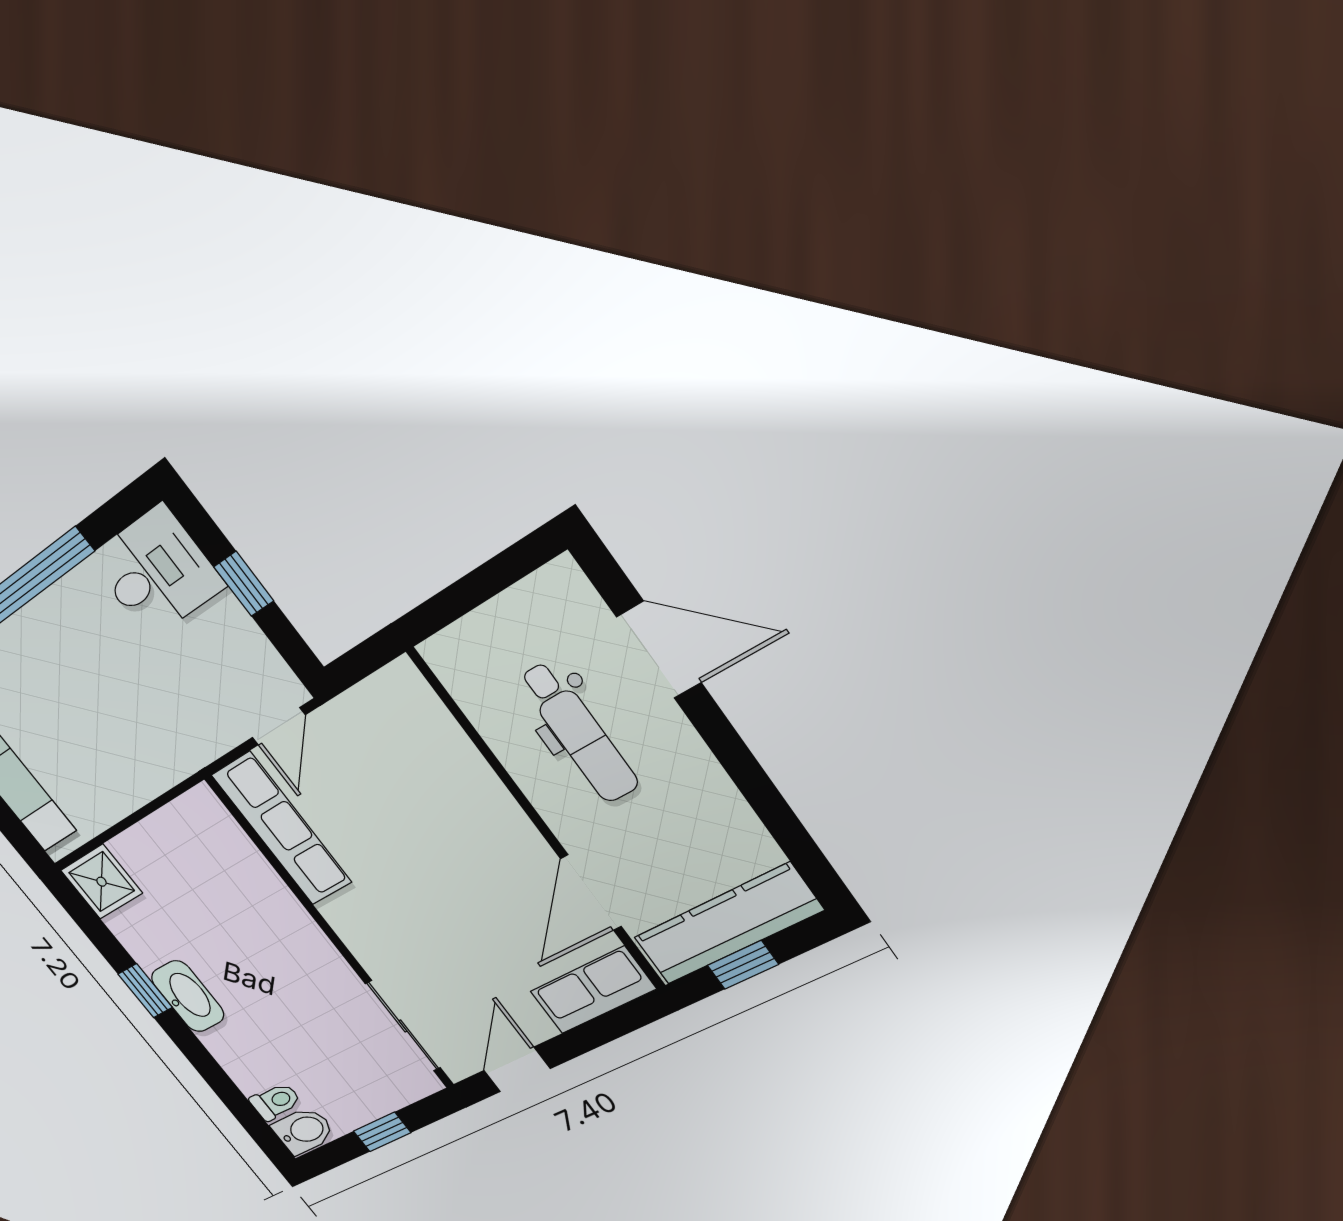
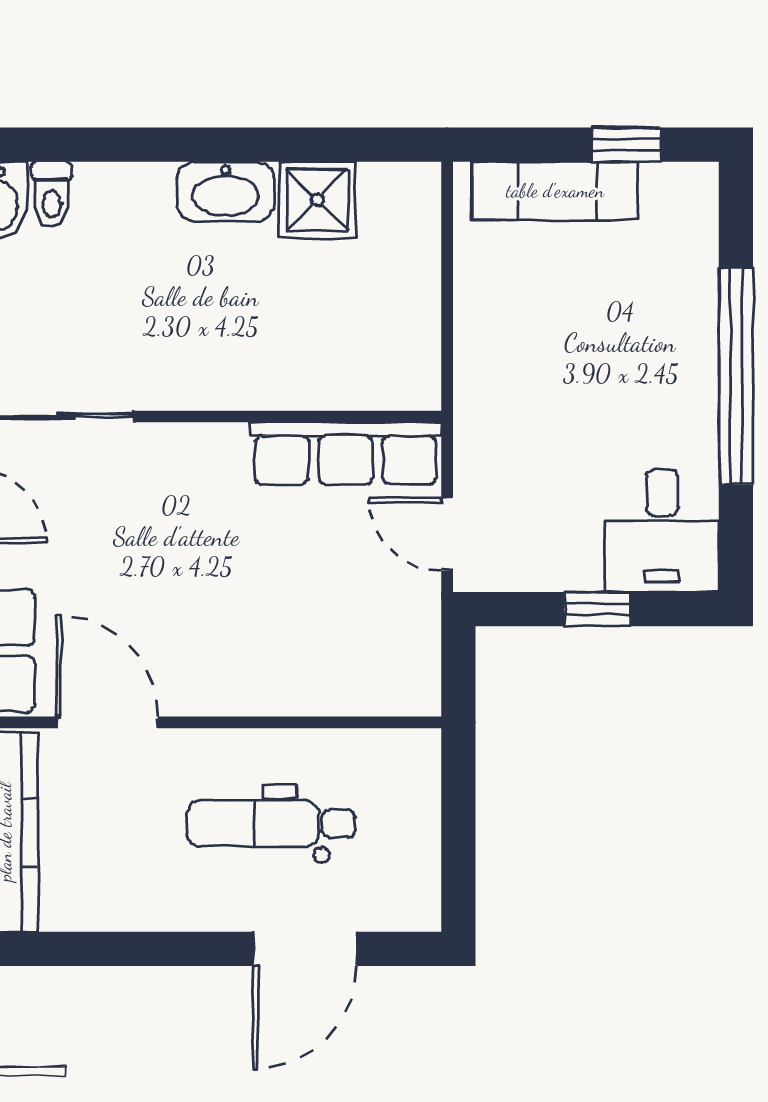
shower: (101, 882) -> (317, 200), moved
window: (145, 991) -> (258, 145), removed

